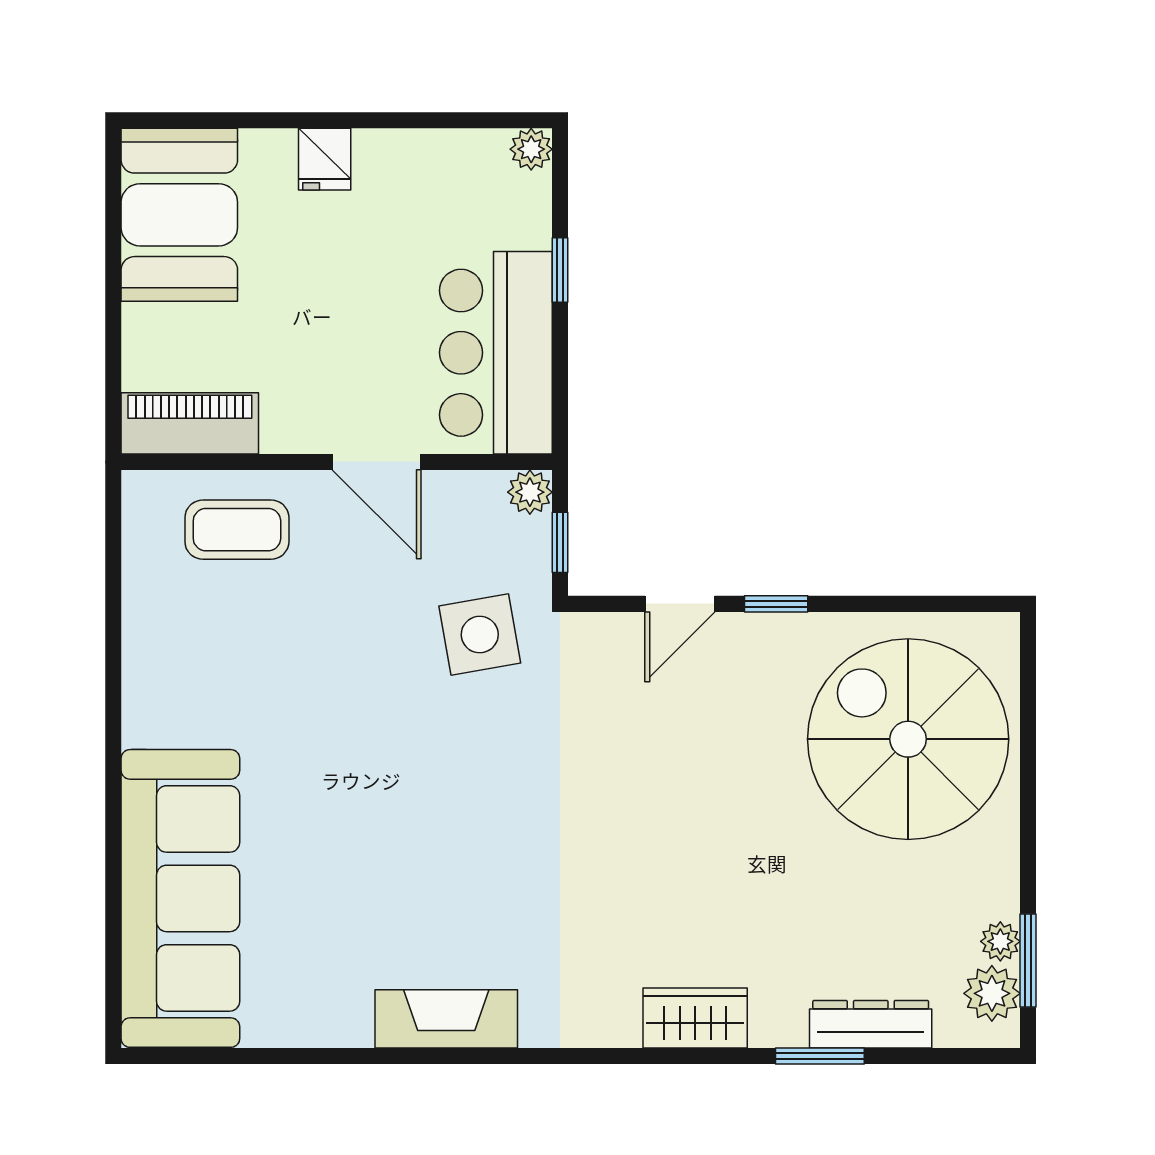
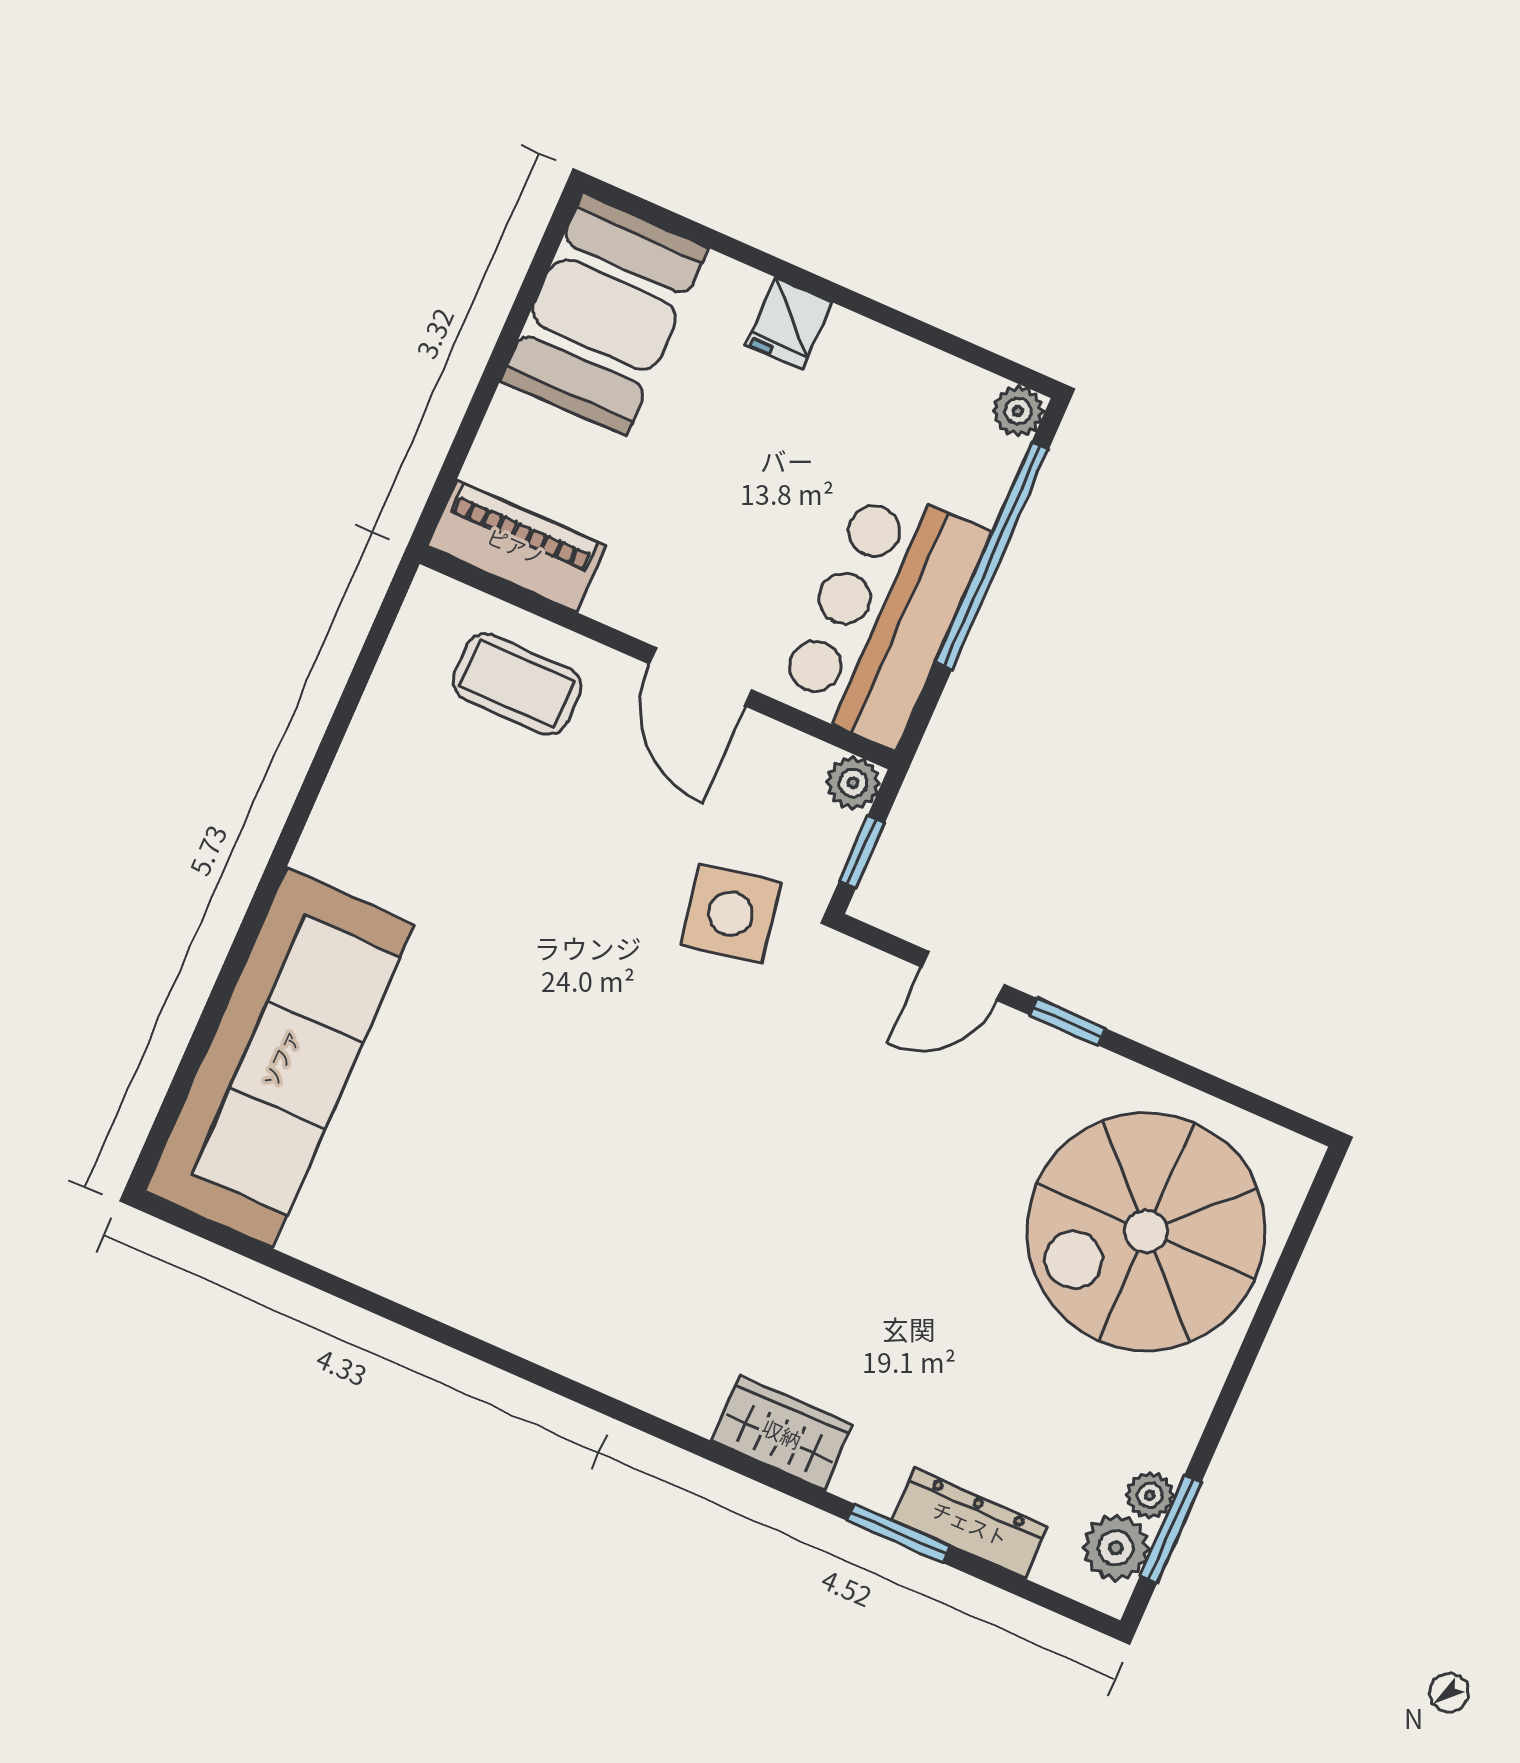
window: (560, 270) -> (992, 556), width x3.17
spiral stairs: (908, 739) -> (1146, 1232), turned -90
fireplace: (446, 1019) -> (511, 1315), removed

